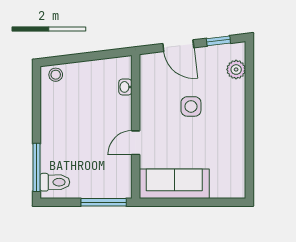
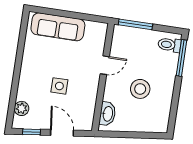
stool: (56, 75) -> (140, 89), moved, width x1.89, depth x1.89
washbasin: (125, 87) -> (107, 114), width x1.91, depth x1.45
sofa: (174, 184) -> (58, 27), moved

